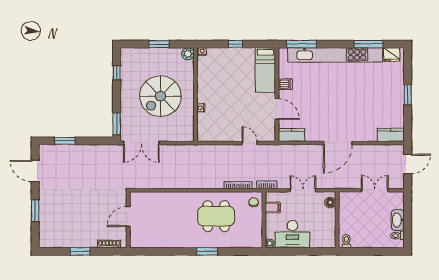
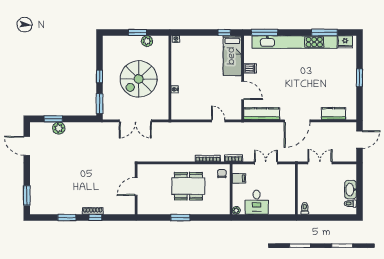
window: (235, 44) -> (224, 32), moved
plant: (188, 54) -> (147, 41), moved
window: (117, 73) -> (99, 76), moved
kitchen counter: (292, 135) -> (262, 114), width x1.50
kitchen counter: (391, 135) -> (333, 114), moved
double door: (141, 143) -> (135, 121), moved
plant: (71, 151) -> (59, 128), added
double door: (375, 190) -> (320, 163), moved
floor lamp: (330, 202) -> (290, 174), removed
window: (35, 211) -> (27, 195), moved
door: (128, 217) -> (136, 186), moved
wall: (128, 220) -> (136, 189), moved
desk: (292, 234) -> (257, 202), width x0.73
window: (112, 251) -> (95, 218), added

